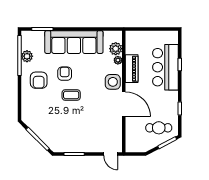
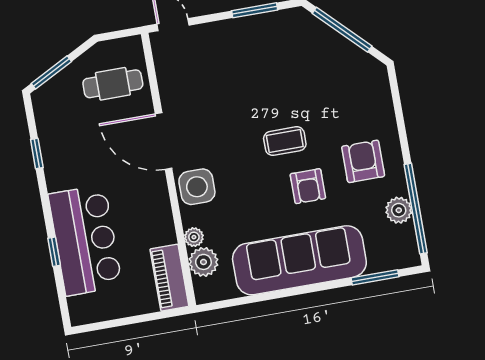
piano: (132, 69) -> (169, 278), moved
cafe table: (159, 128) -> (113, 84), moved

